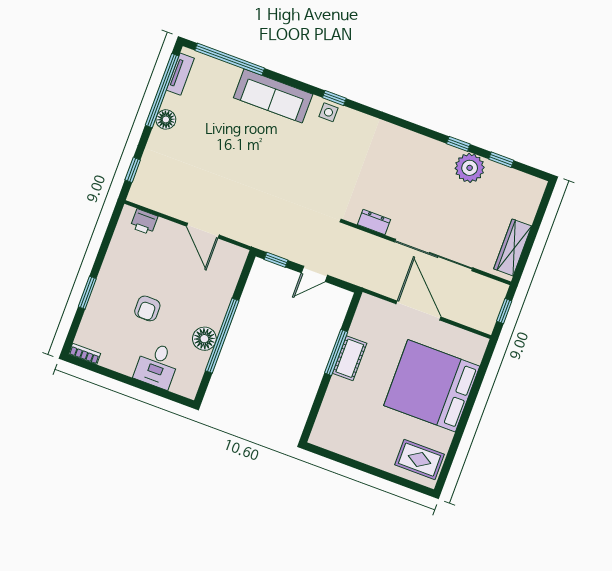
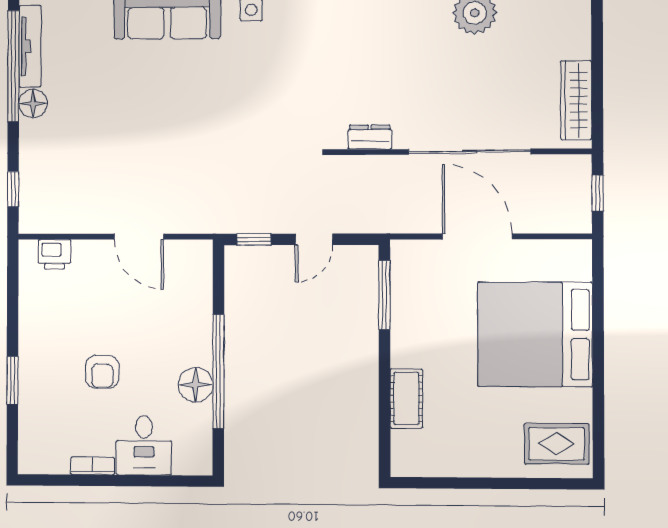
tv unit: (180, 74) -> (30, 46), width x1.41
window: (336, 352) -> (384, 295), moved
bookcase: (85, 354) -> (93, 466), moved
cot: (350, 358) -> (406, 399), moved

